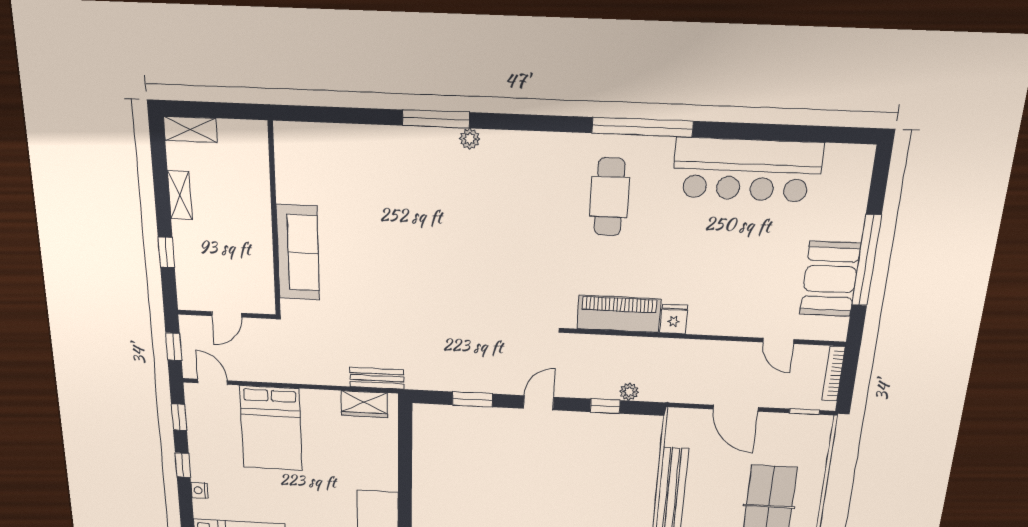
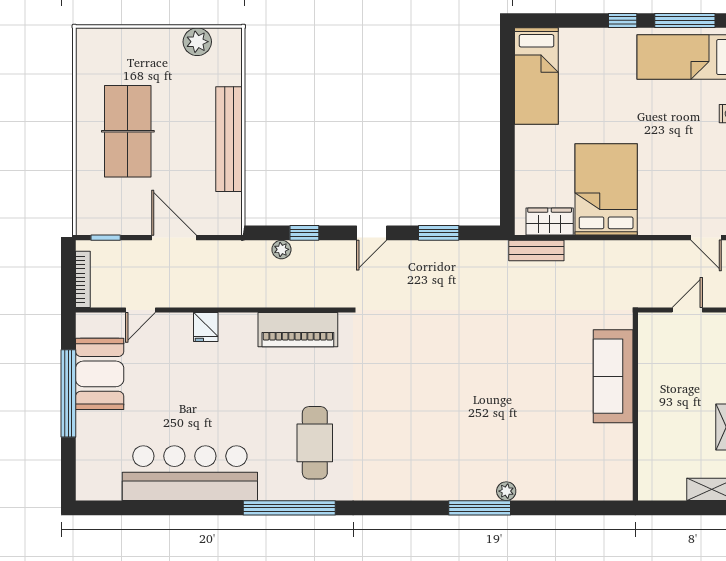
plant: (470, 139) -> (506, 491), moved
fridge: (674, 319) -> (206, 327), moved
door: (778, 341) -> (141, 310), swing flipped
bed: (271, 428) -> (606, 189), moved

